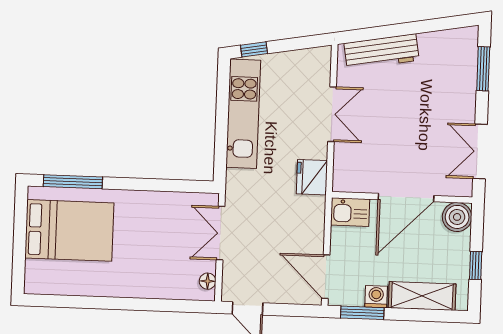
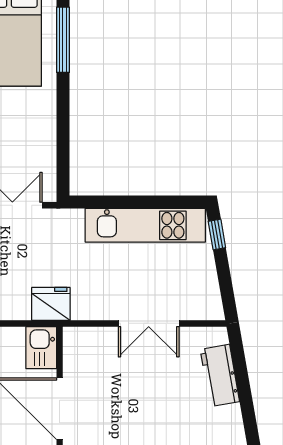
workbench: (381, 52) -> (220, 376), width x0.73
fridge: (312, 177) -> (51, 304), moved

